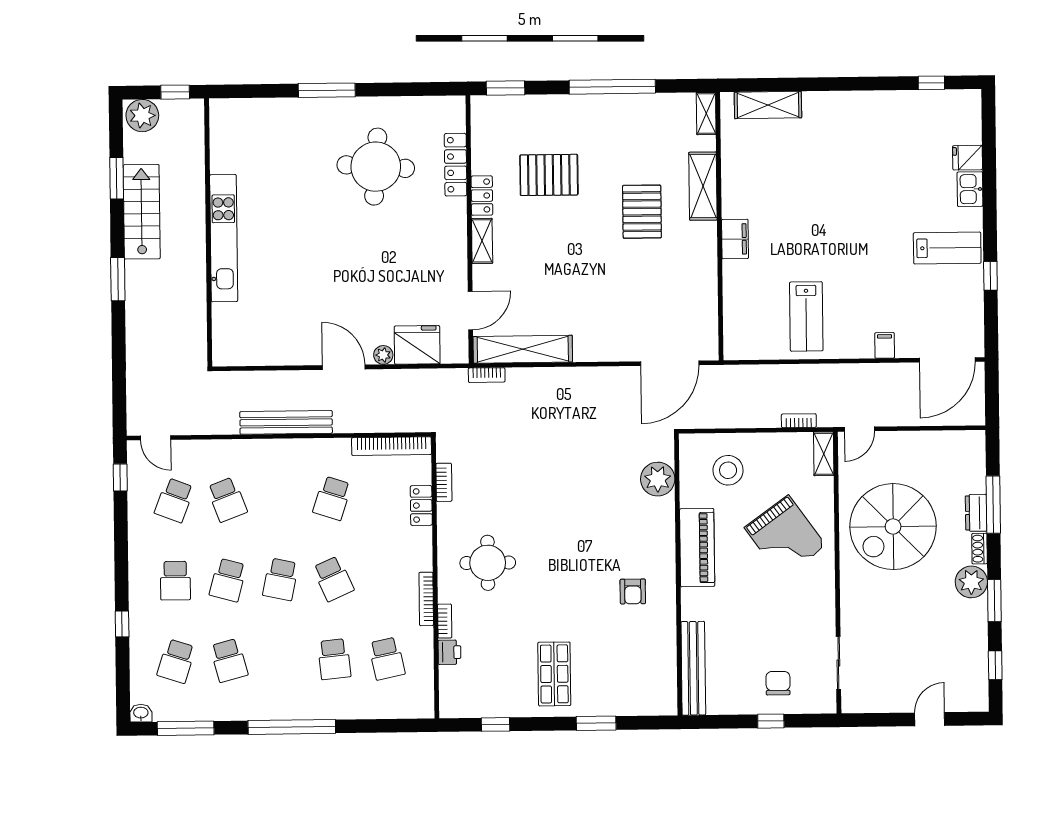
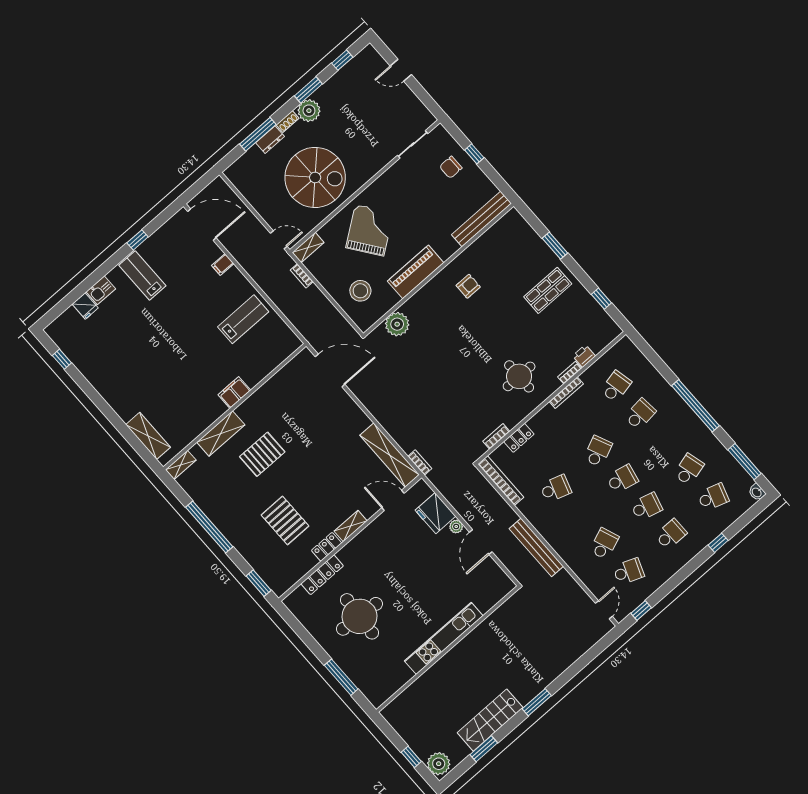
wall: (208, 233) -> (448, 649), moved
kitchen unit: (224, 238) -> (444, 638), moved

